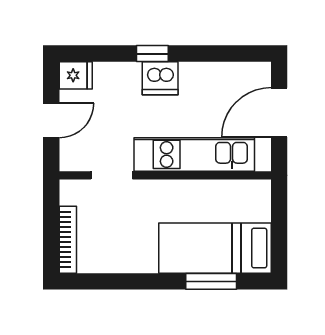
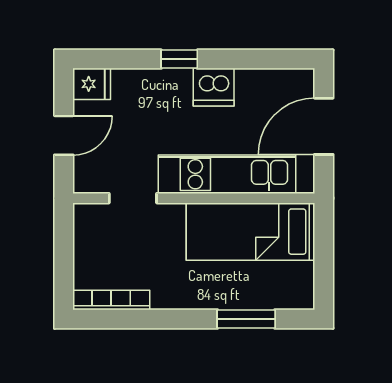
dishwasher: (160, 78) -> (214, 87), moved
bookcase: (68, 240) -> (111, 300), moved, turned -90
bed: (215, 248) -> (251, 232), moved

